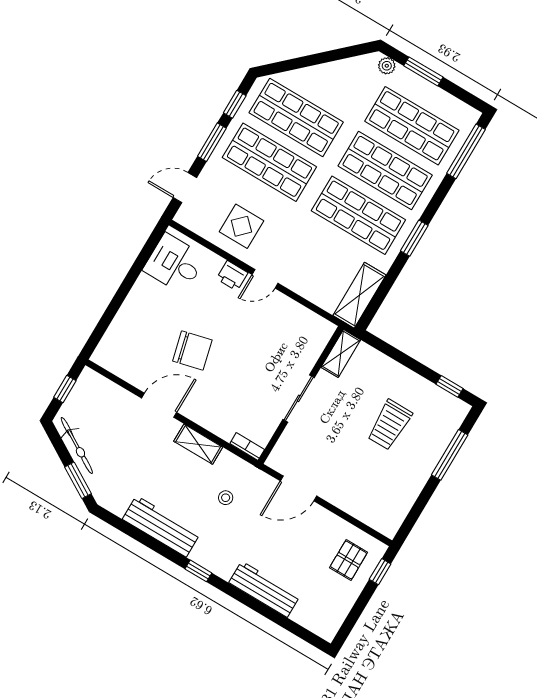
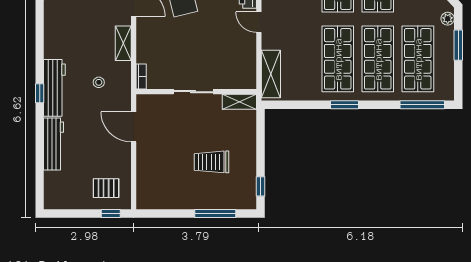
shelving: (359, 295) -> (271, 74), moved, turned 90
workbench: (161, 526) -> (54, 88), moved

